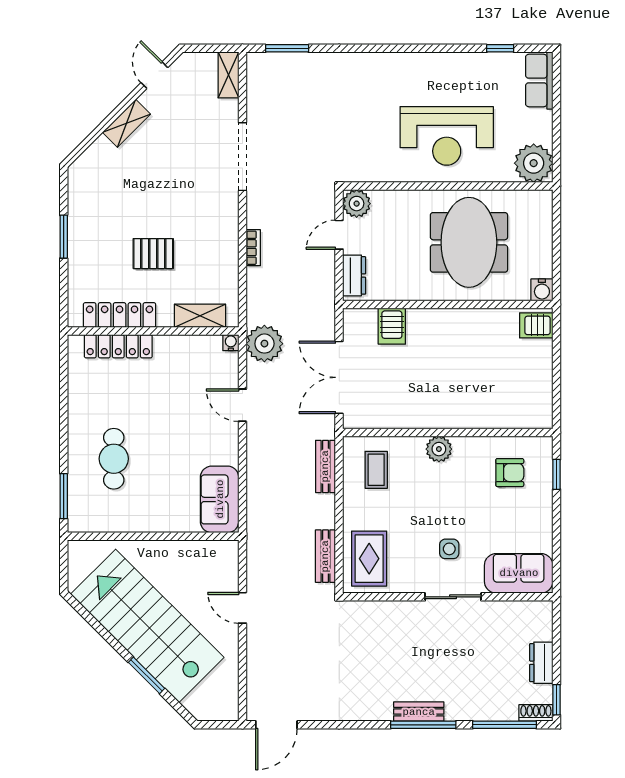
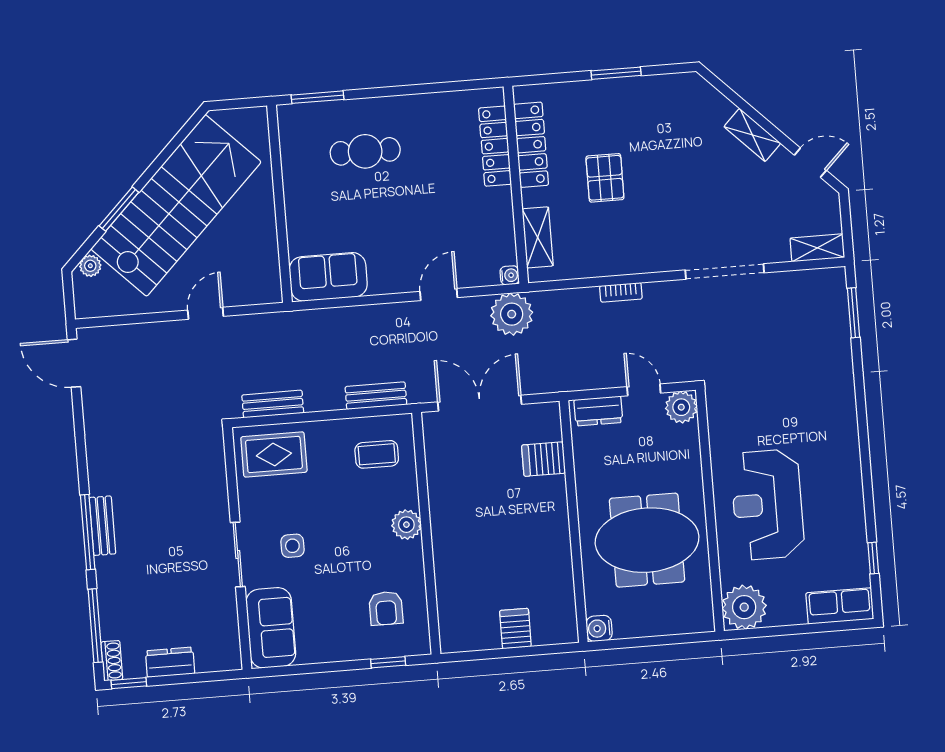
server rack: (536, 325) -> (515, 629), moved
plant: (193, 704) -> (90, 266), added

